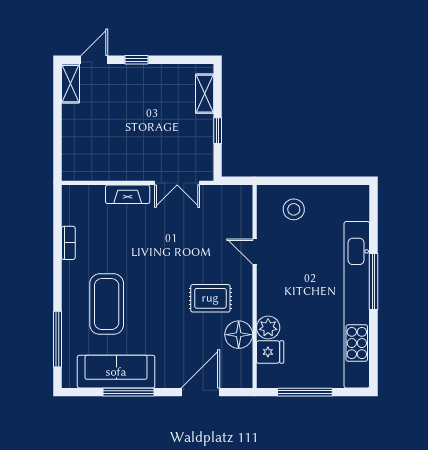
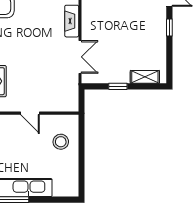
double door: (177, 183) -> (80, 57), swing flipped
door: (255, 252) -> (30, 113), swing flipped

